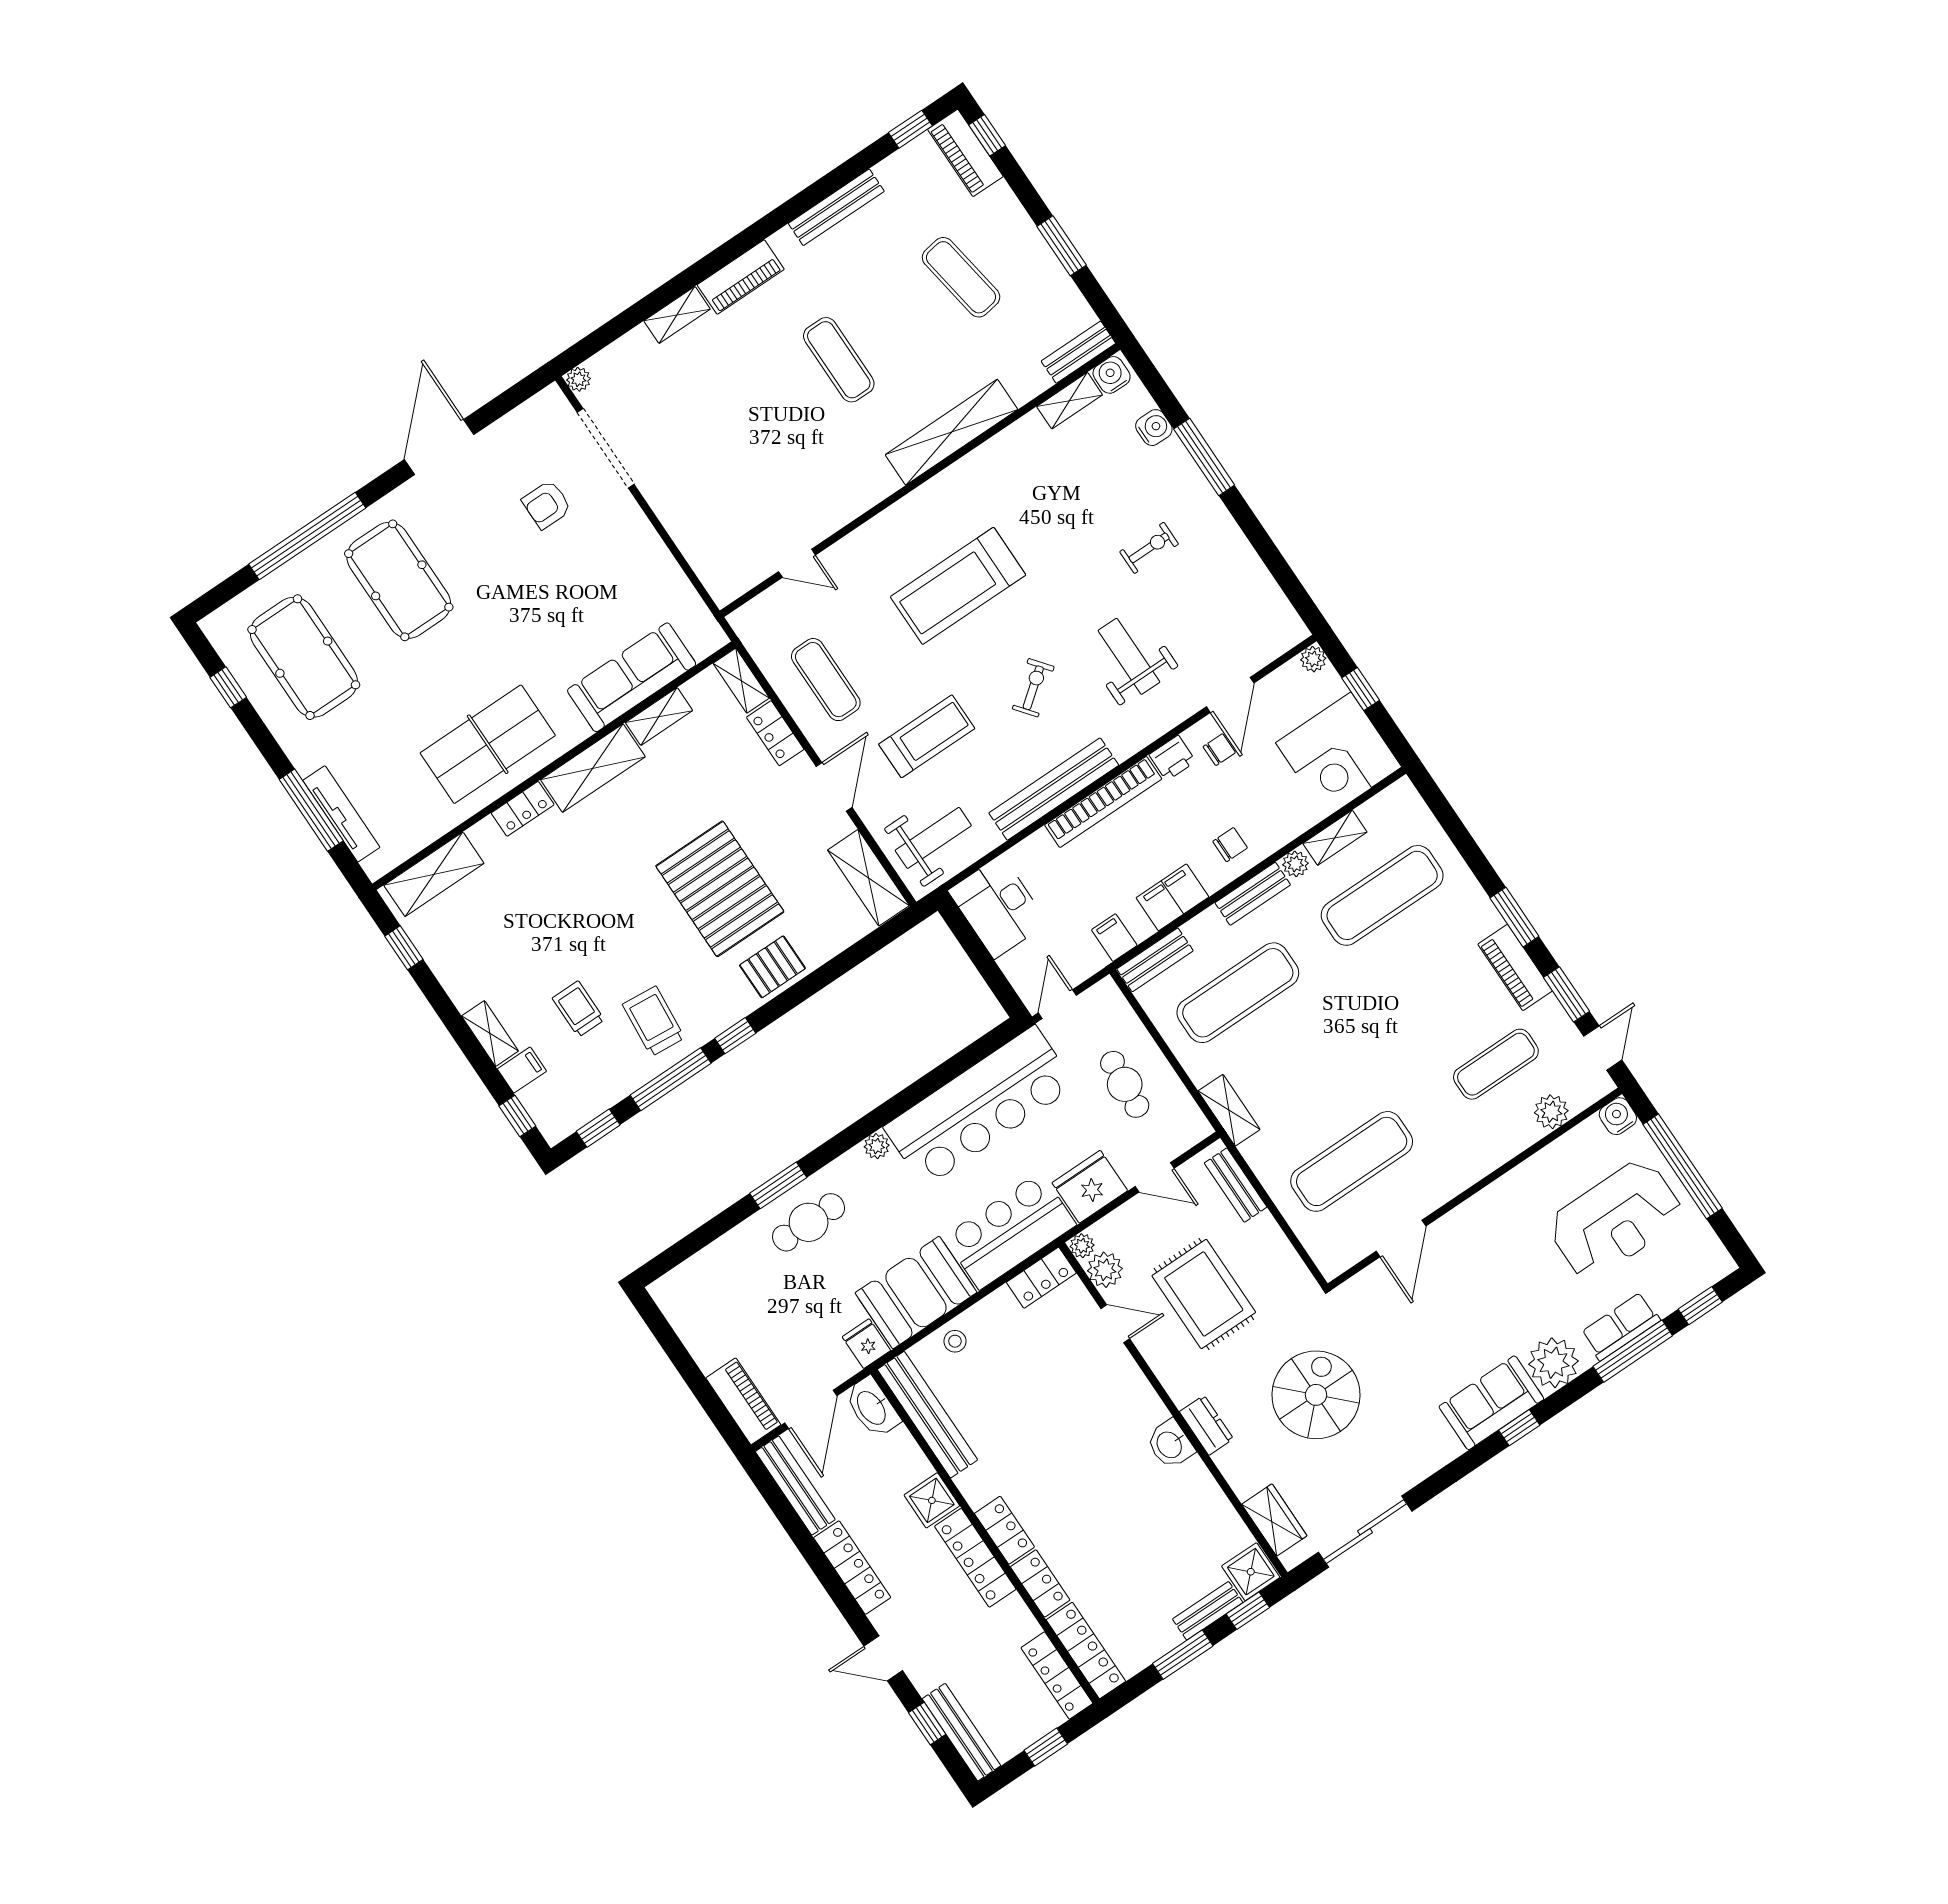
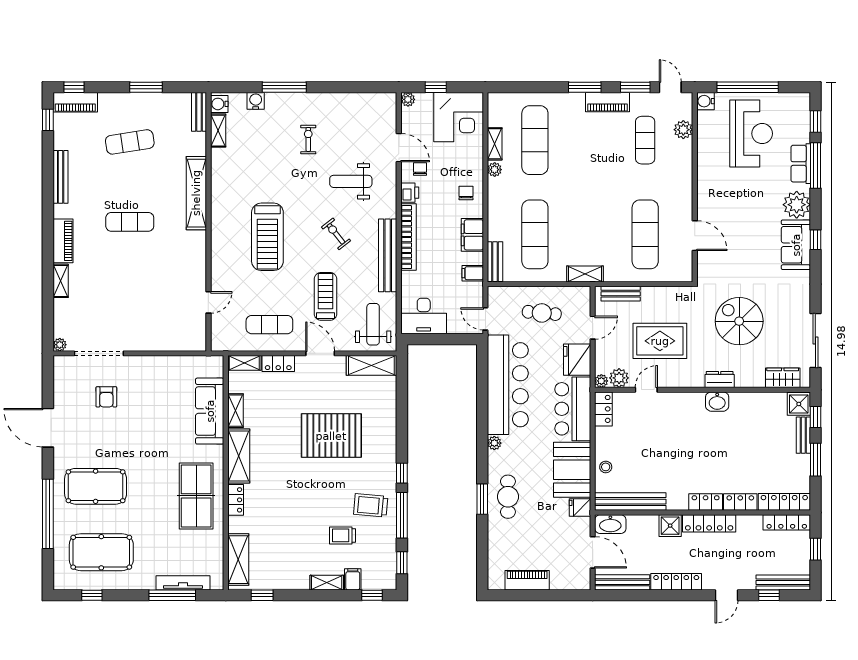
bench: (1253, 894) -> (495, 198), removed
pallet: (772, 967) -> (382, 436), removed
piano: (743, 1401) -> (527, 580), moved

